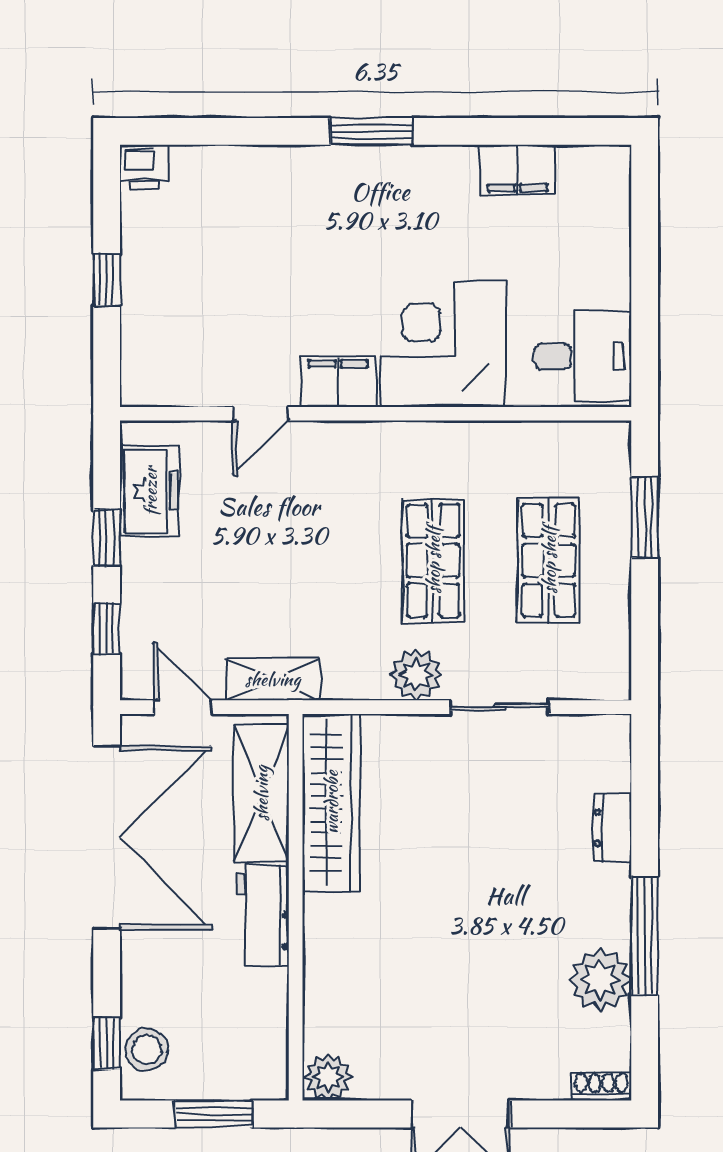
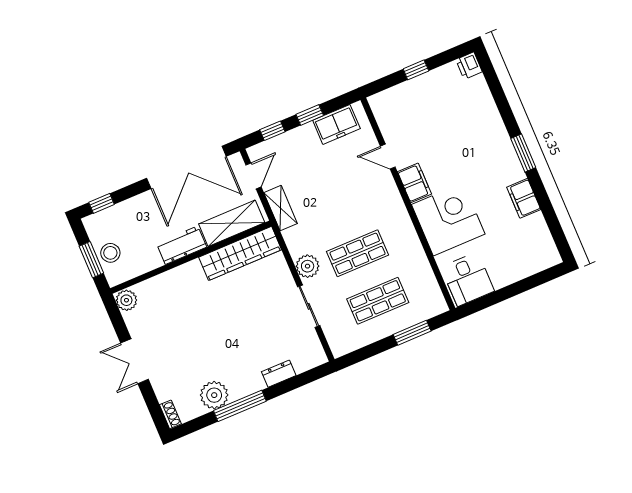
filing cabinet: (517, 170) -> (524, 198), moved
stool: (147, 1050) -> (110, 253), moved

